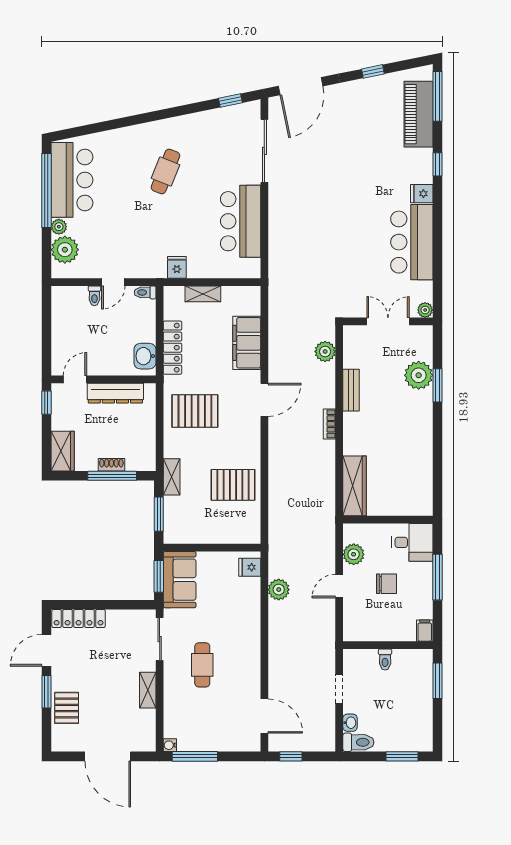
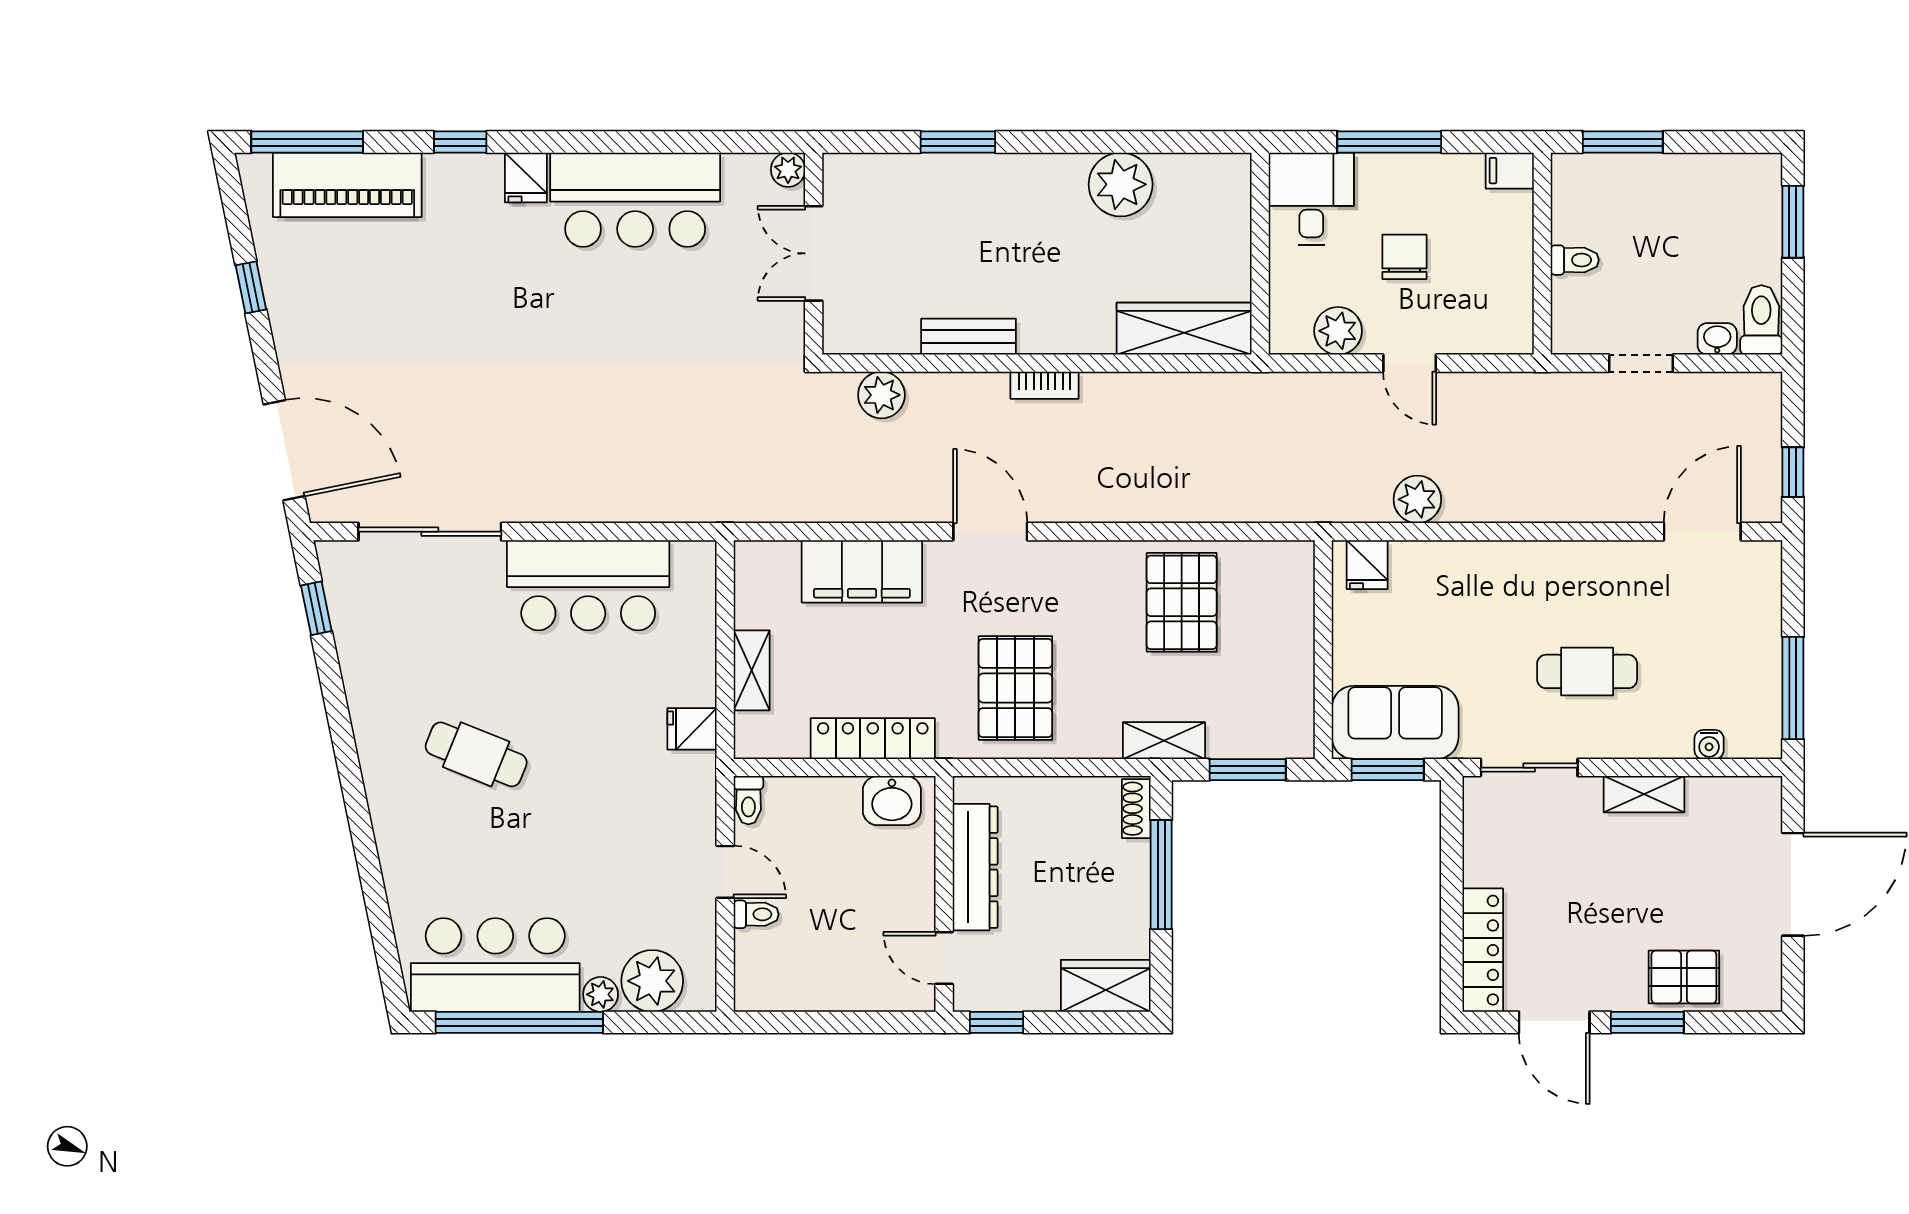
plant: (419, 375) -> (1121, 184), moved
shoe rack: (111, 465) -> (1136, 809), moved
water cooler: (170, 745) -> (1709, 745), moved

